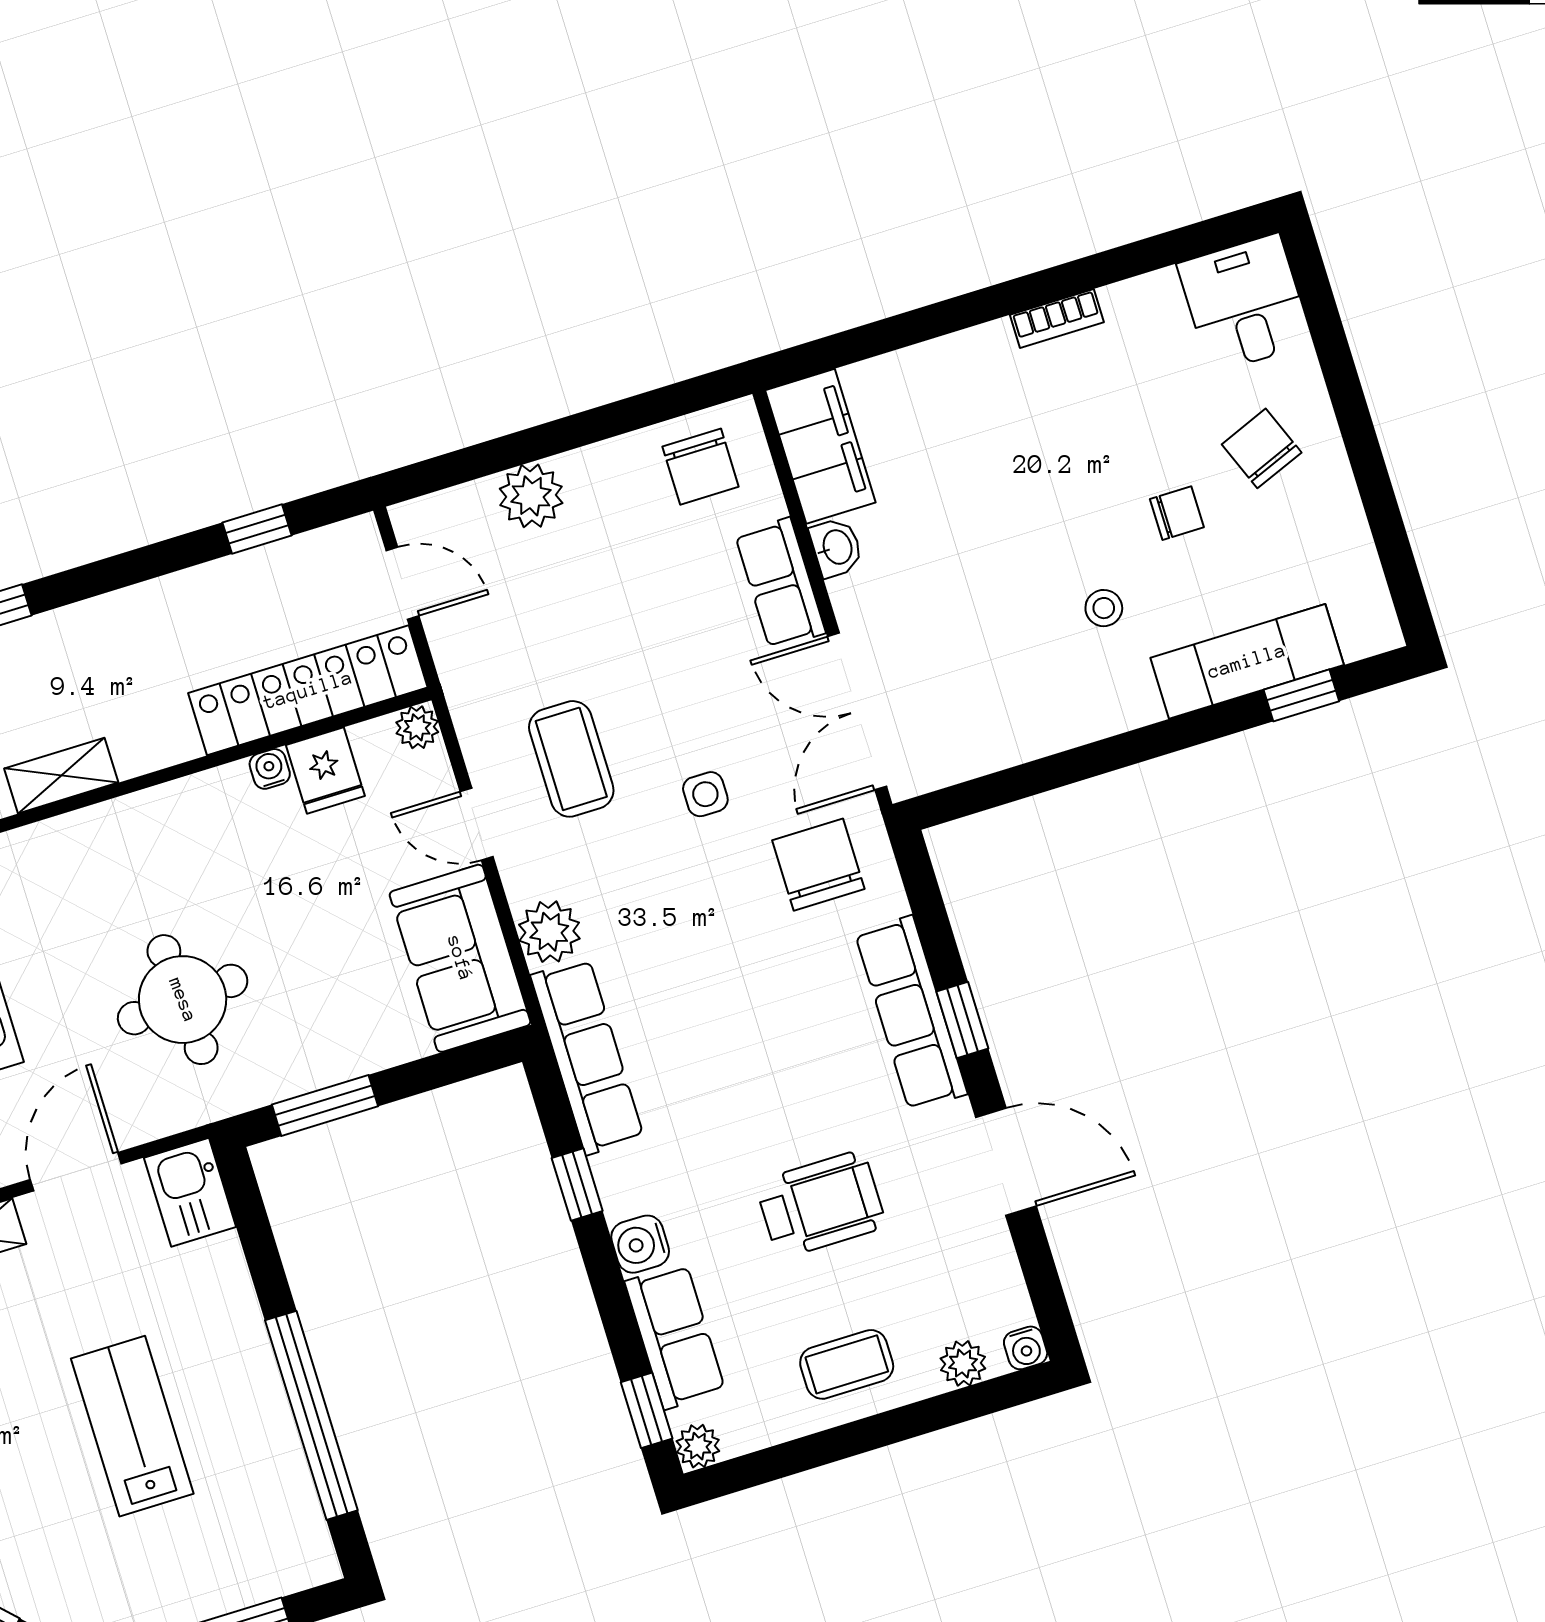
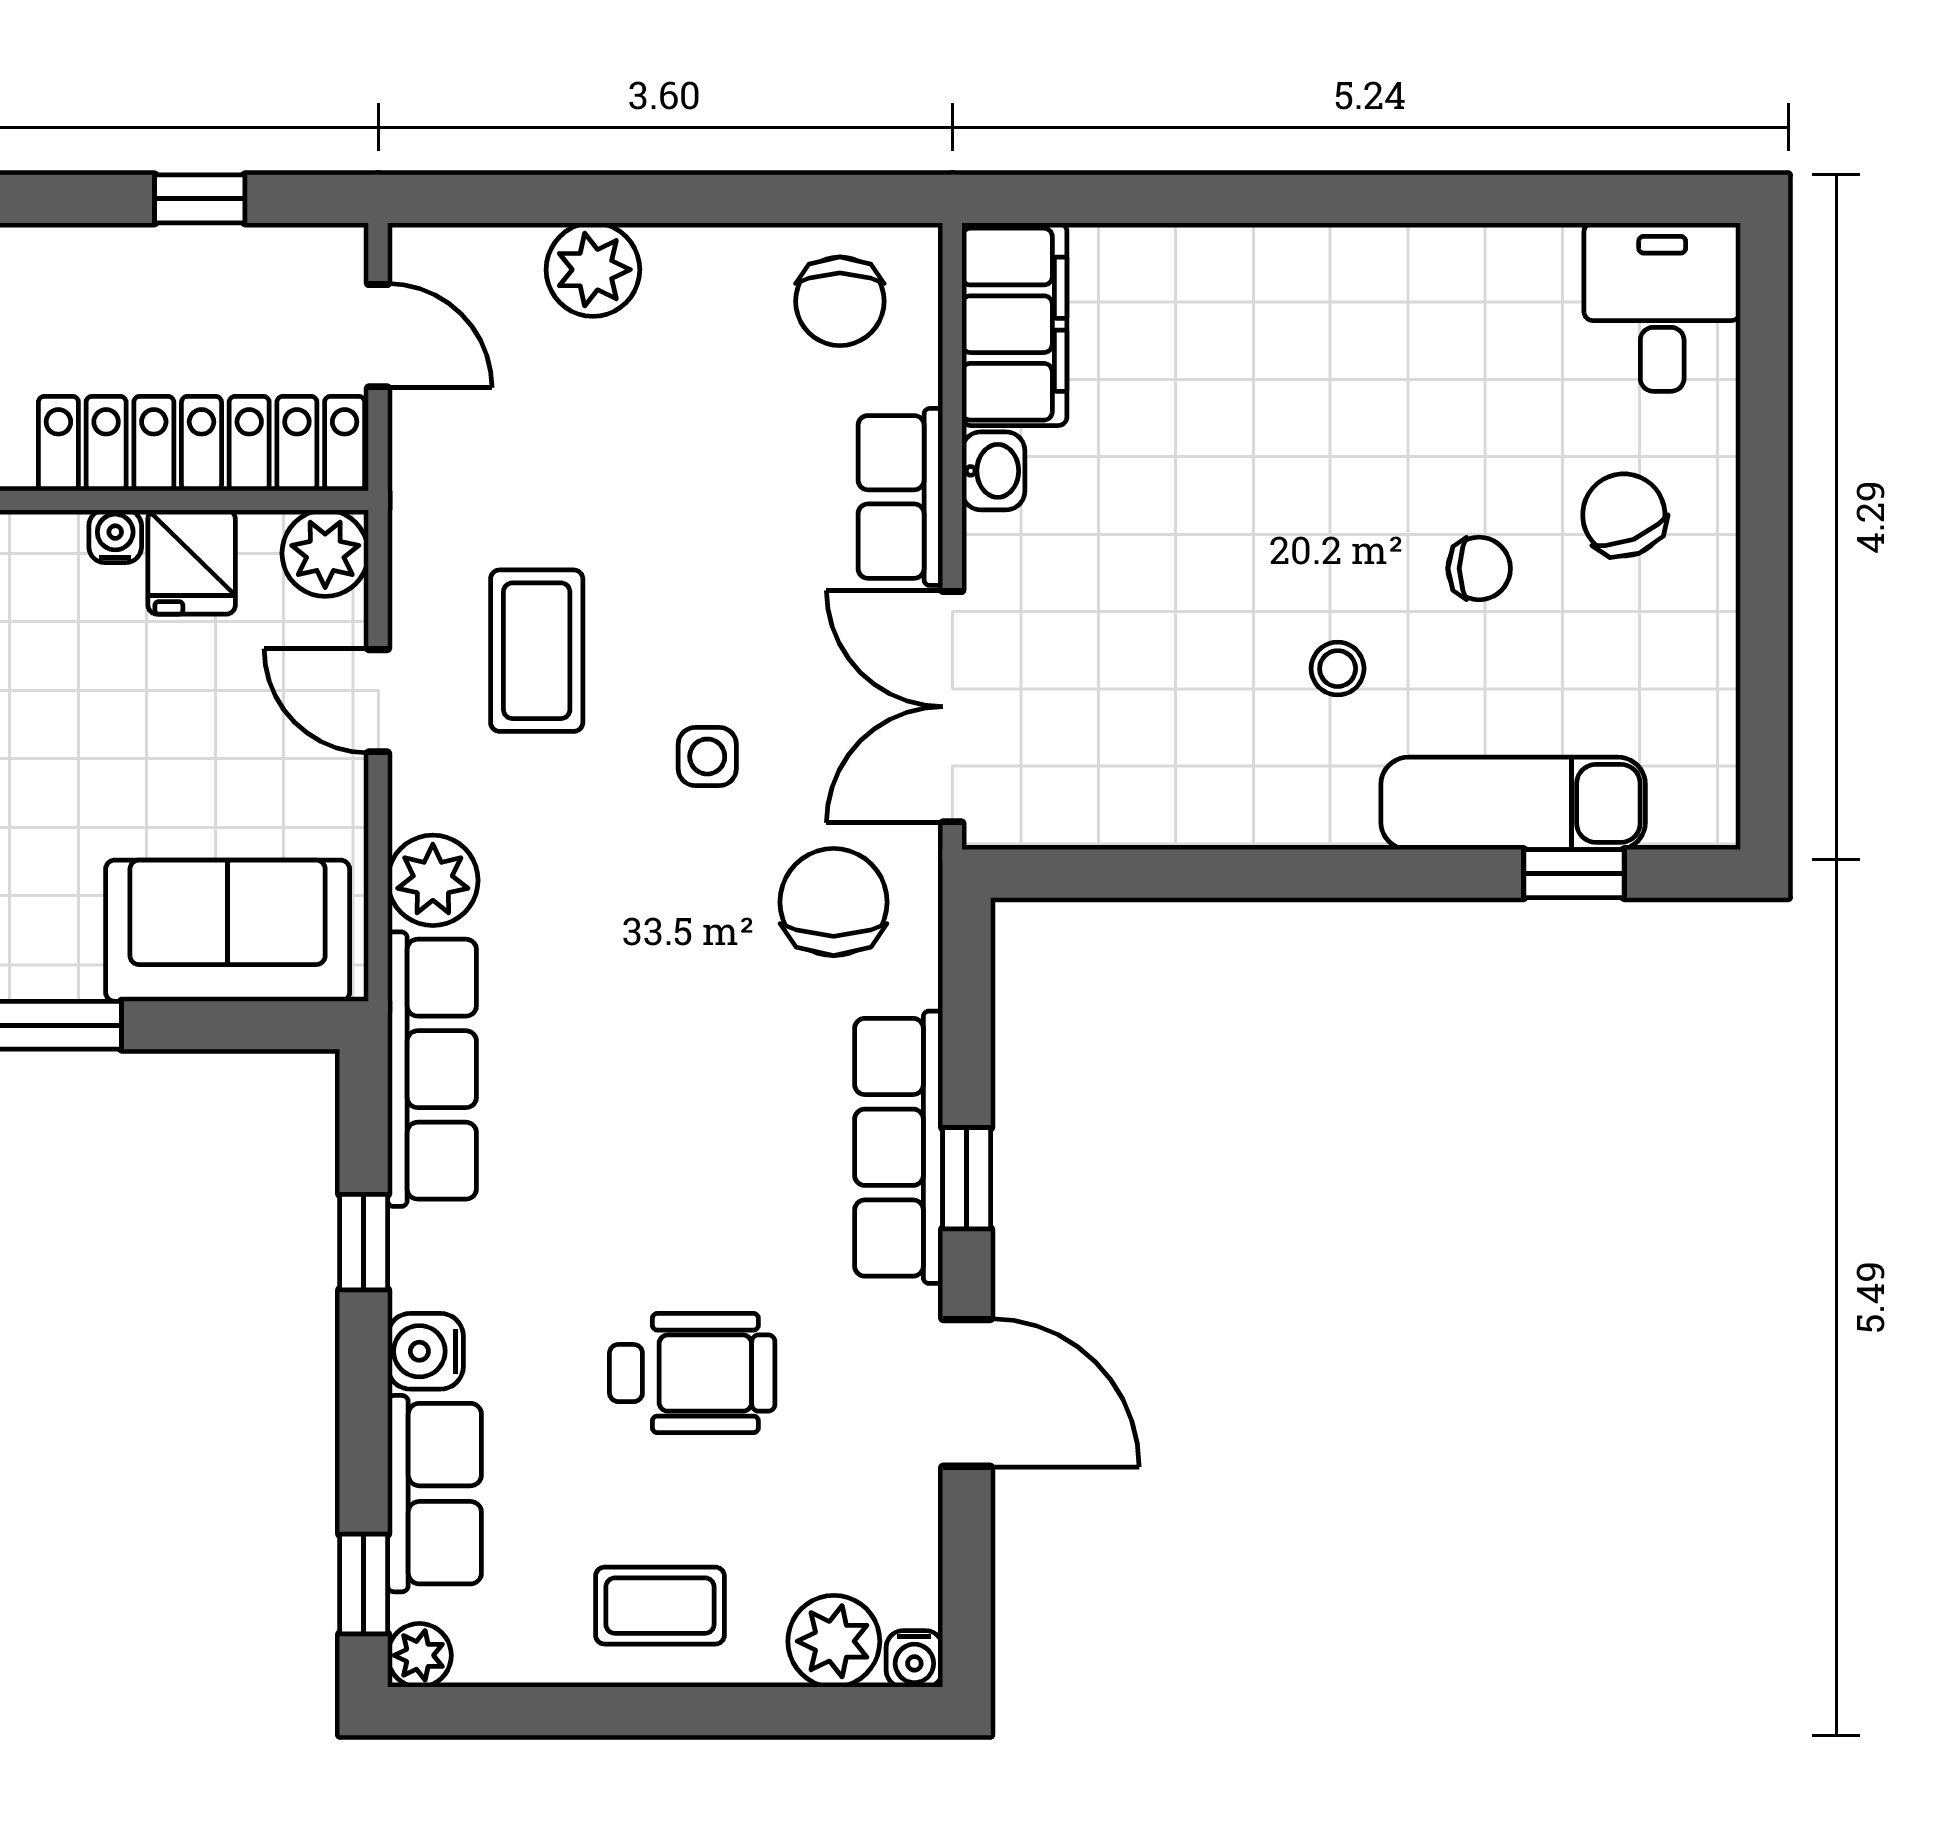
bookcase: (1057, 319) -> (1396, 248), removed
plant: (417, 727) -> (325, 553), width x1.38, depth x1.38
sofa: (460, 958) -> (228, 931), moved, turned 90
plant: (963, 1363) -> (834, 1641), width x1.38, depth x1.38

